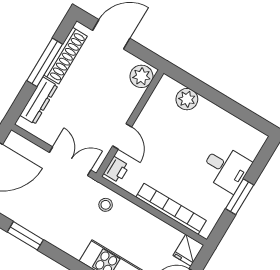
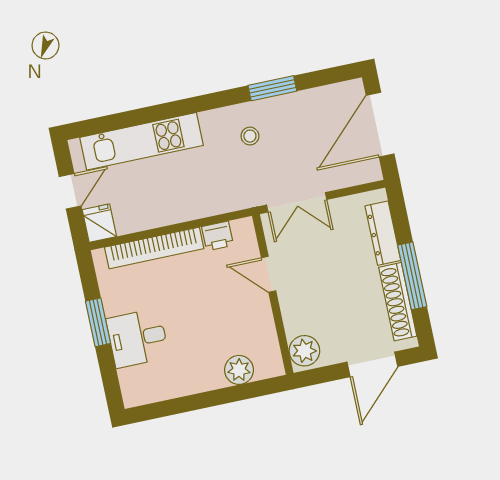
printer: (116, 170) -> (218, 236), moved, turned -90
stool: (106, 205) -> (250, 136), moved

